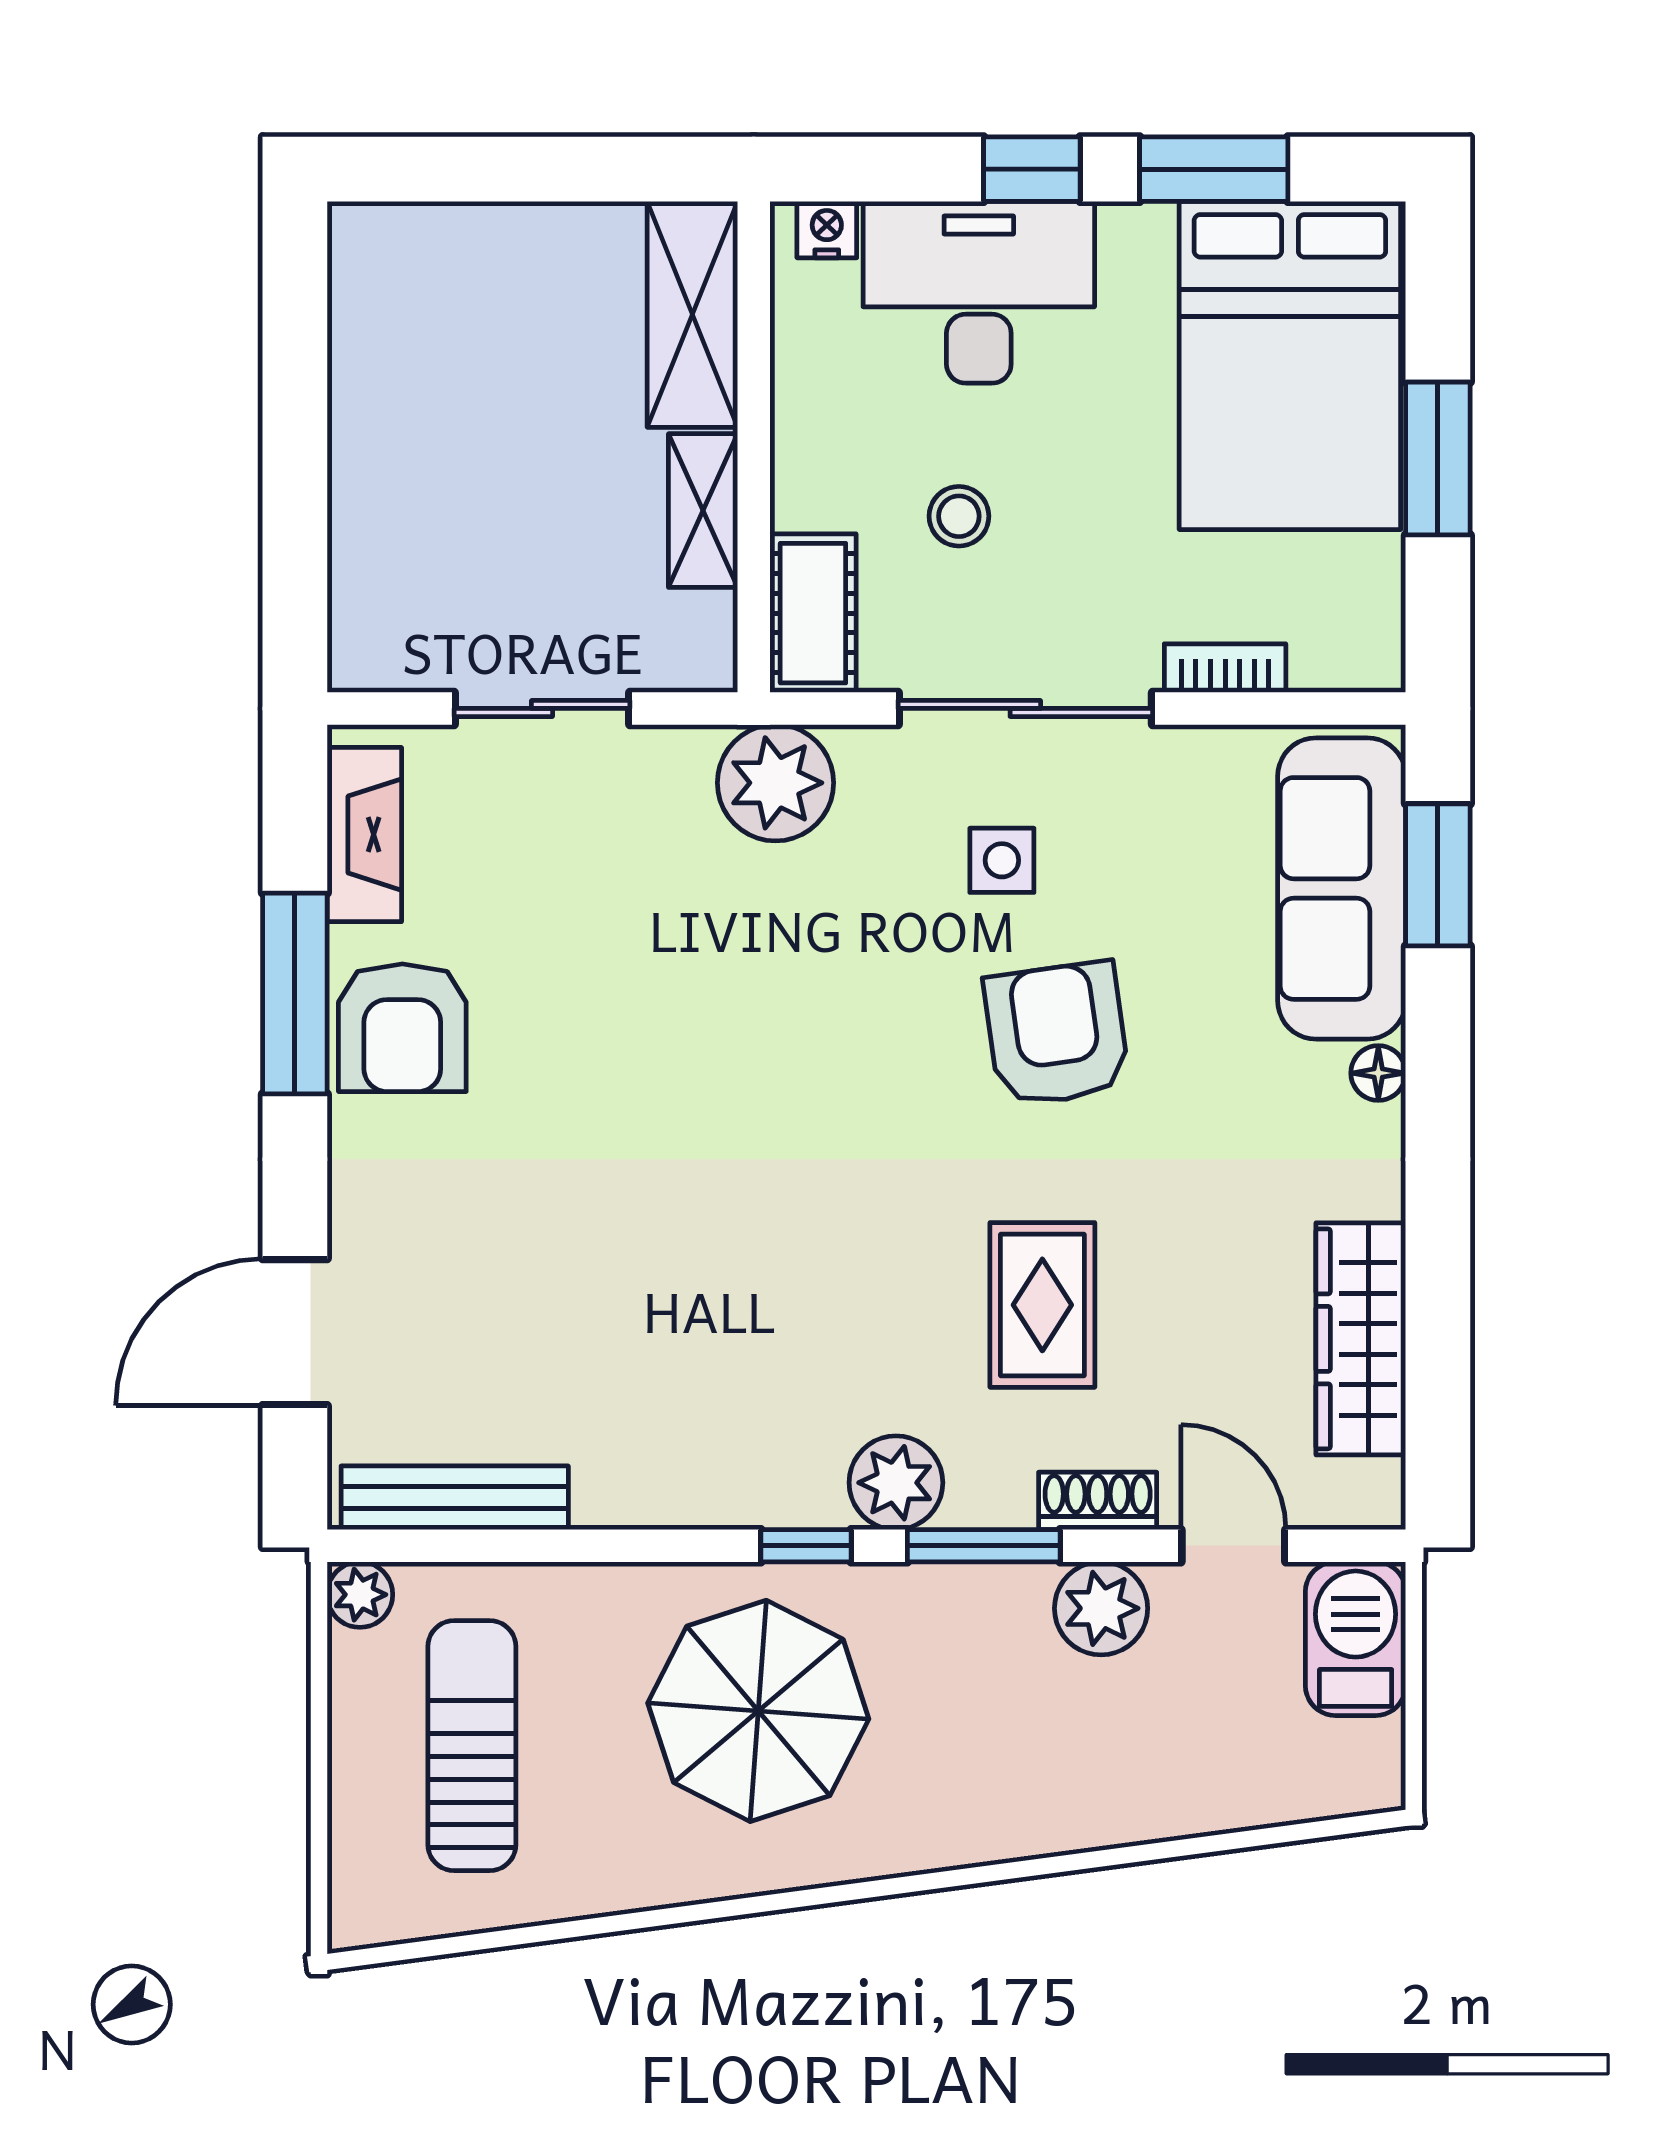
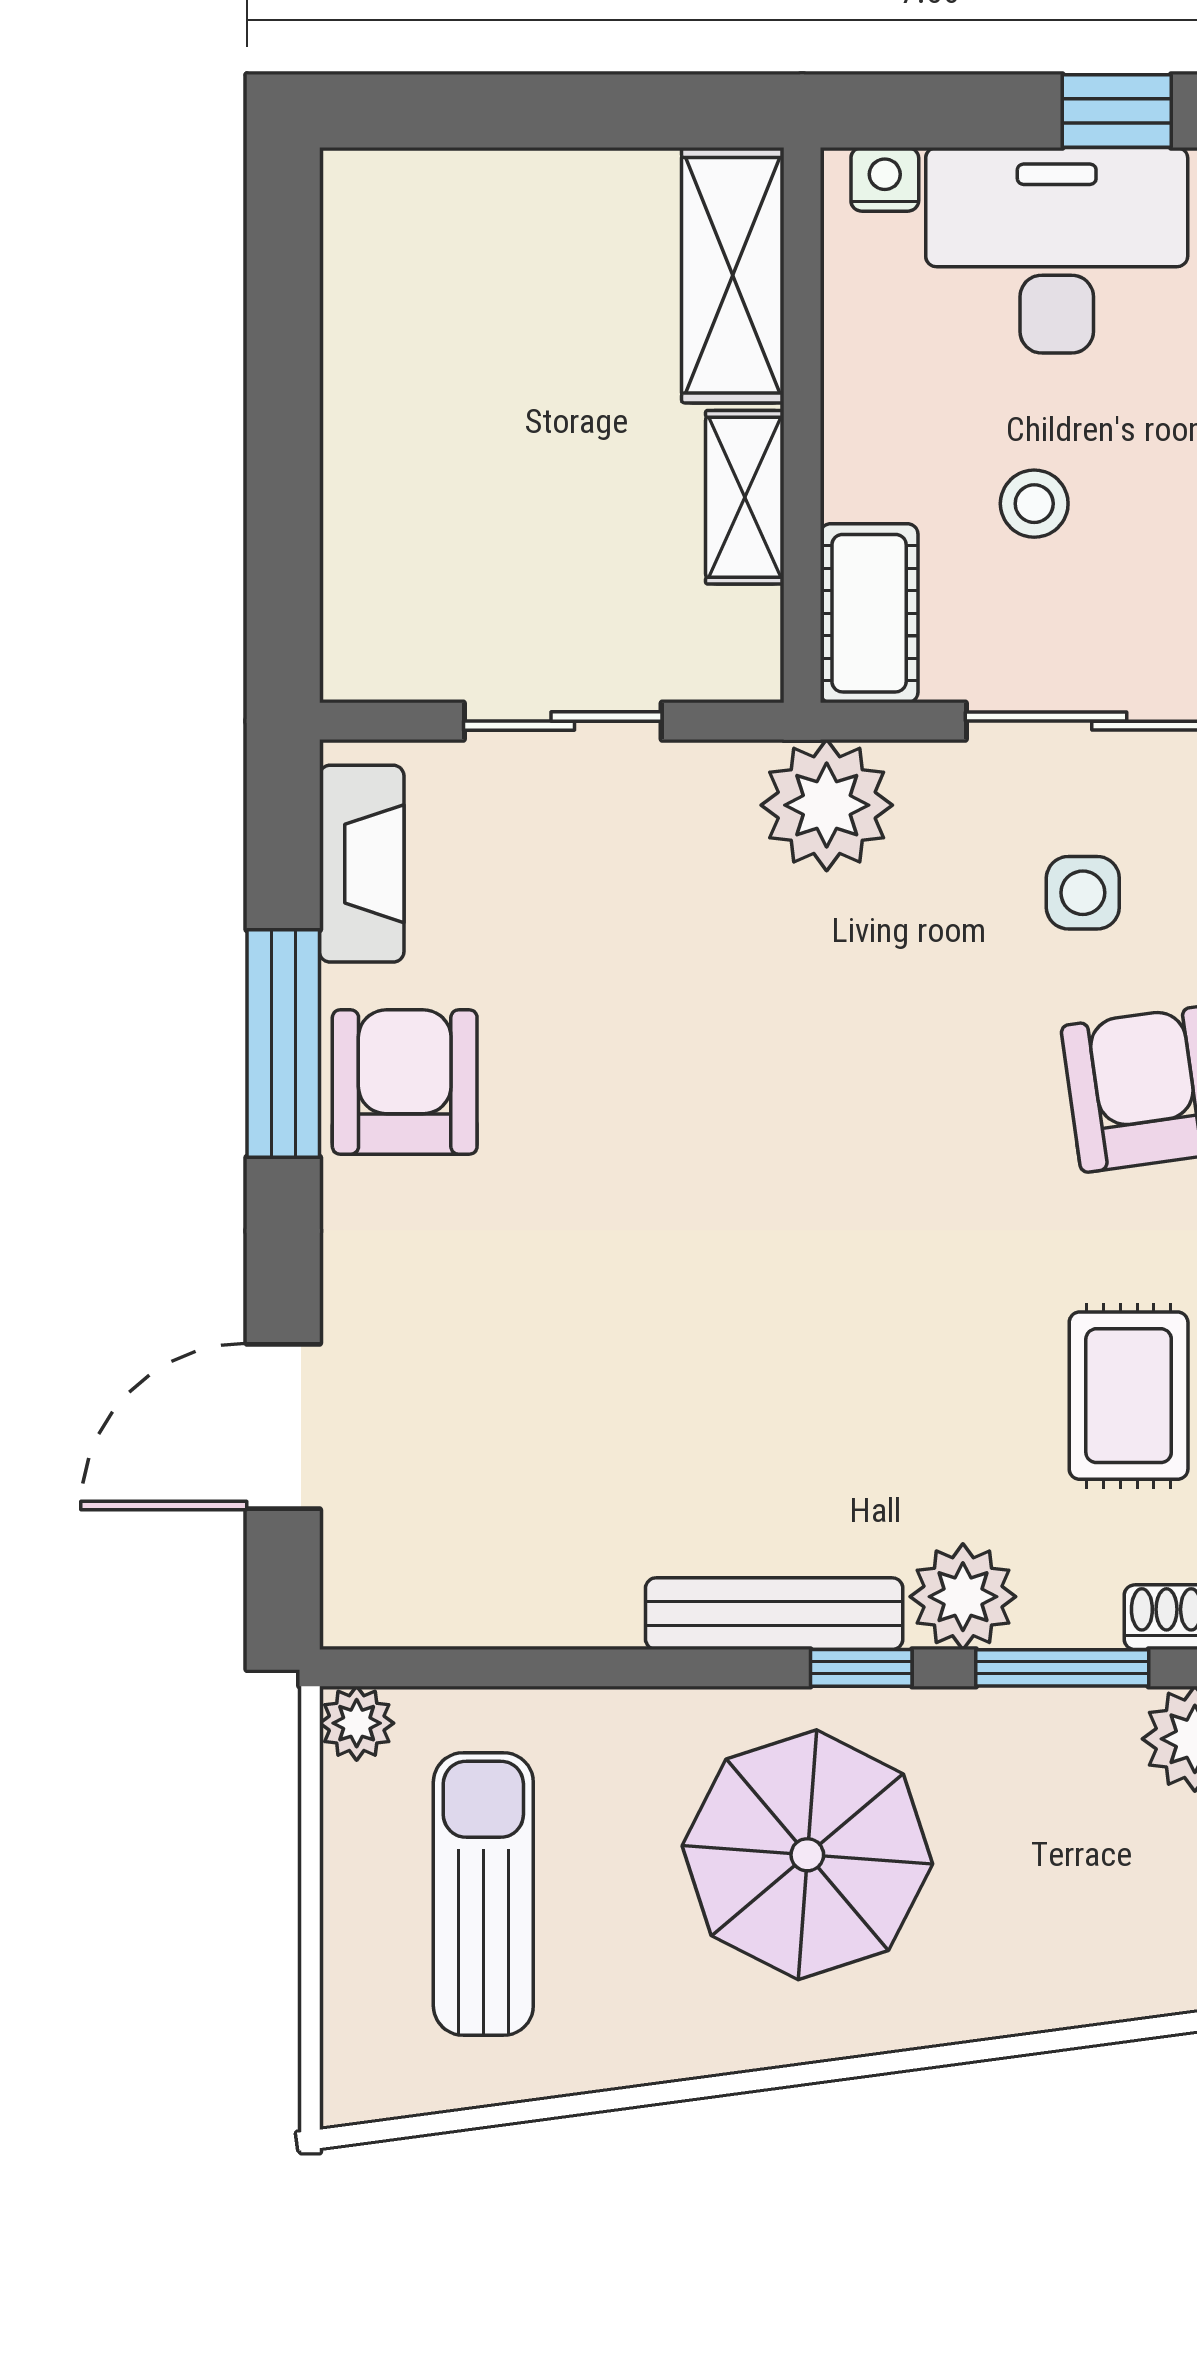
armchair: (402, 1028) -> (405, 1082), turned 180
bench: (455, 1498) -> (774, 1614), moved

